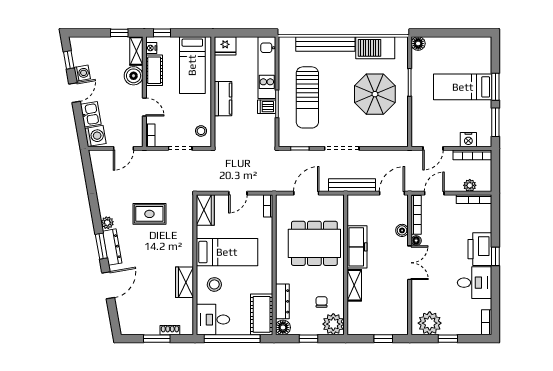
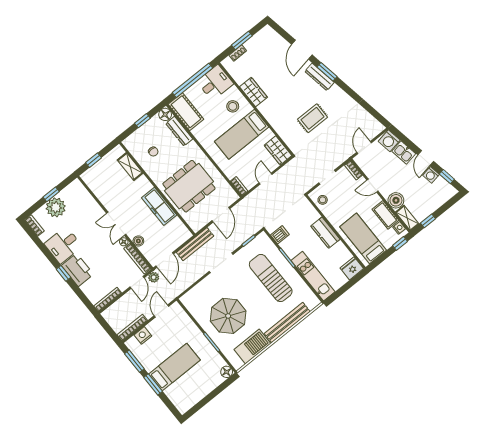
dishwasher: (267, 107) -> (280, 235), moved
plant: (470, 185) -> (154, 277), moved
plant: (107, 223) -> (336, 90), removed
shelving: (354, 285) -> (130, 167), moved
plant: (430, 323) -> (56, 207), moved
plant: (333, 324) -> (134, 143), removed

